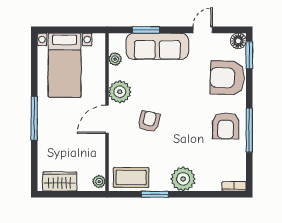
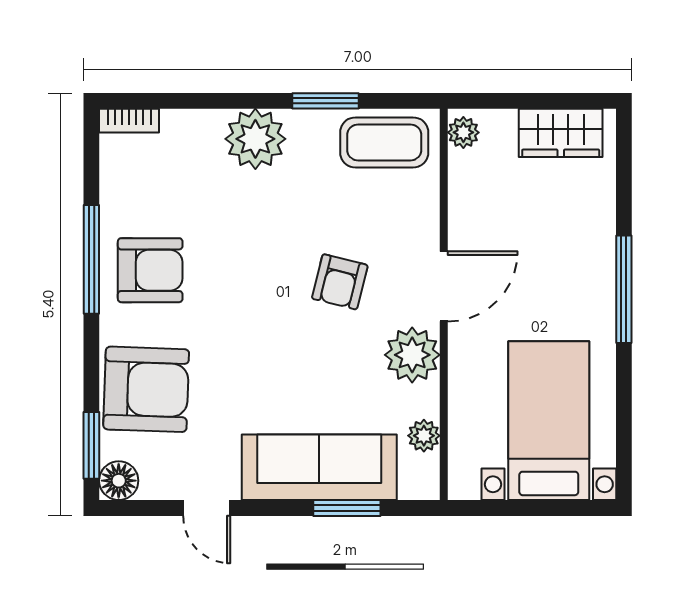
door: (203, 30) -> (207, 508), hinge flipped
armchair: (226, 126) -> (150, 270), turned 90

